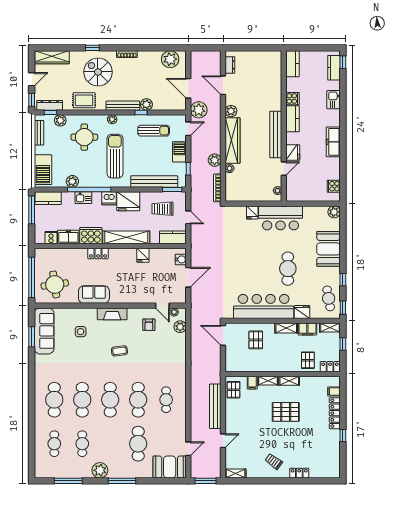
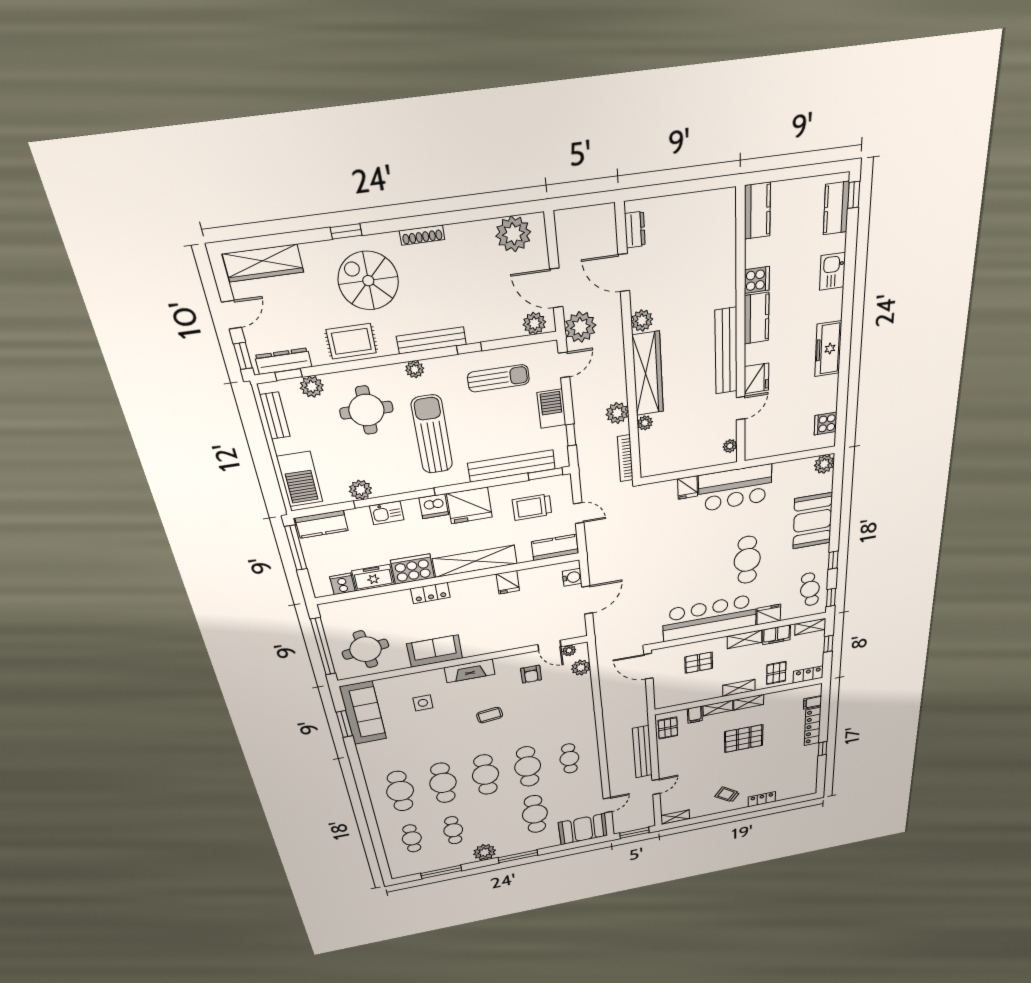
plant: (146, 104) -> (534, 323), moved
pallet: (256, 340) -> (699, 663), turned 90
shelving: (282, 367) -> (739, 688), added

